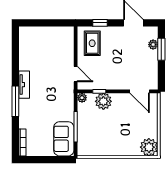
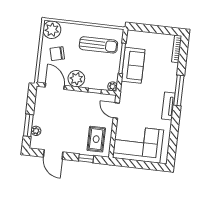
corner sofa: (50, 43) -> (138, 144), added
plant: (103, 101) -> (76, 79), moved
chair: (141, 124) -> (57, 54), added
sun lounger: (101, 137) -> (98, 45), added
sofa: (64, 139) -> (133, 65), moved

